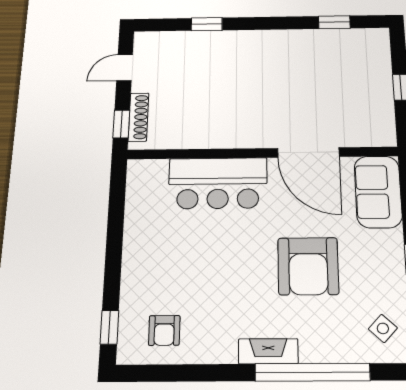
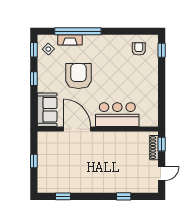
fireplace: (268, 351) -> (70, 40), moved

